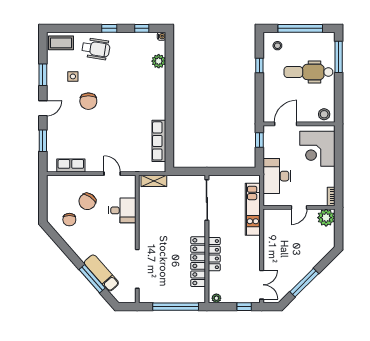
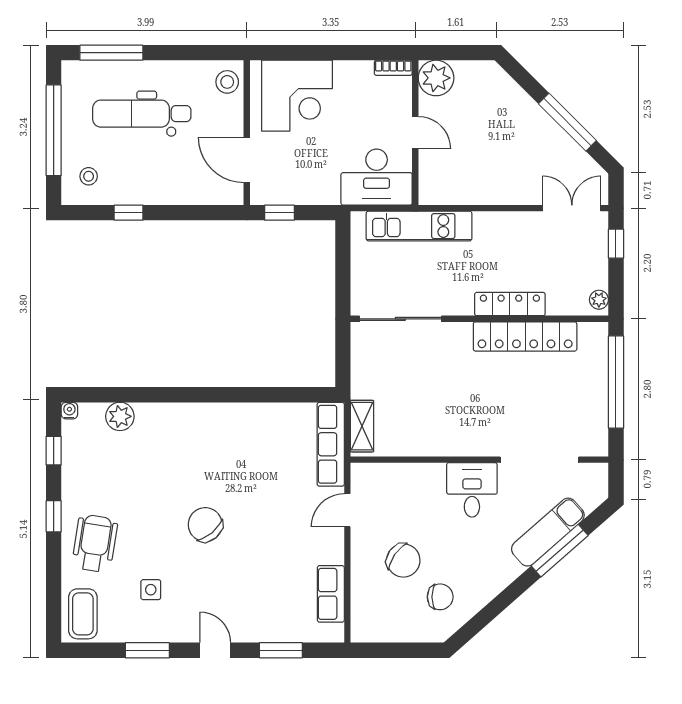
dental chair: (308, 72) -> (142, 114), turned 90
chair: (88, 101) -> (205, 525), moved, turned -130
row of seats: (159, 141) -> (331, 444), moved, turned 90
desk: (277, 176) -> (377, 177), moved
desk: (122, 210) -> (472, 490), moved

